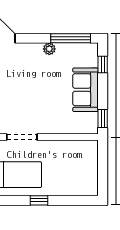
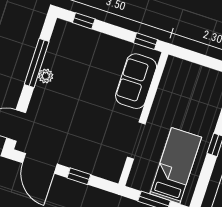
window: (71, 38) -> (37, 63), moved
sofa: (86, 90) -> (136, 81), moved, turned 90

